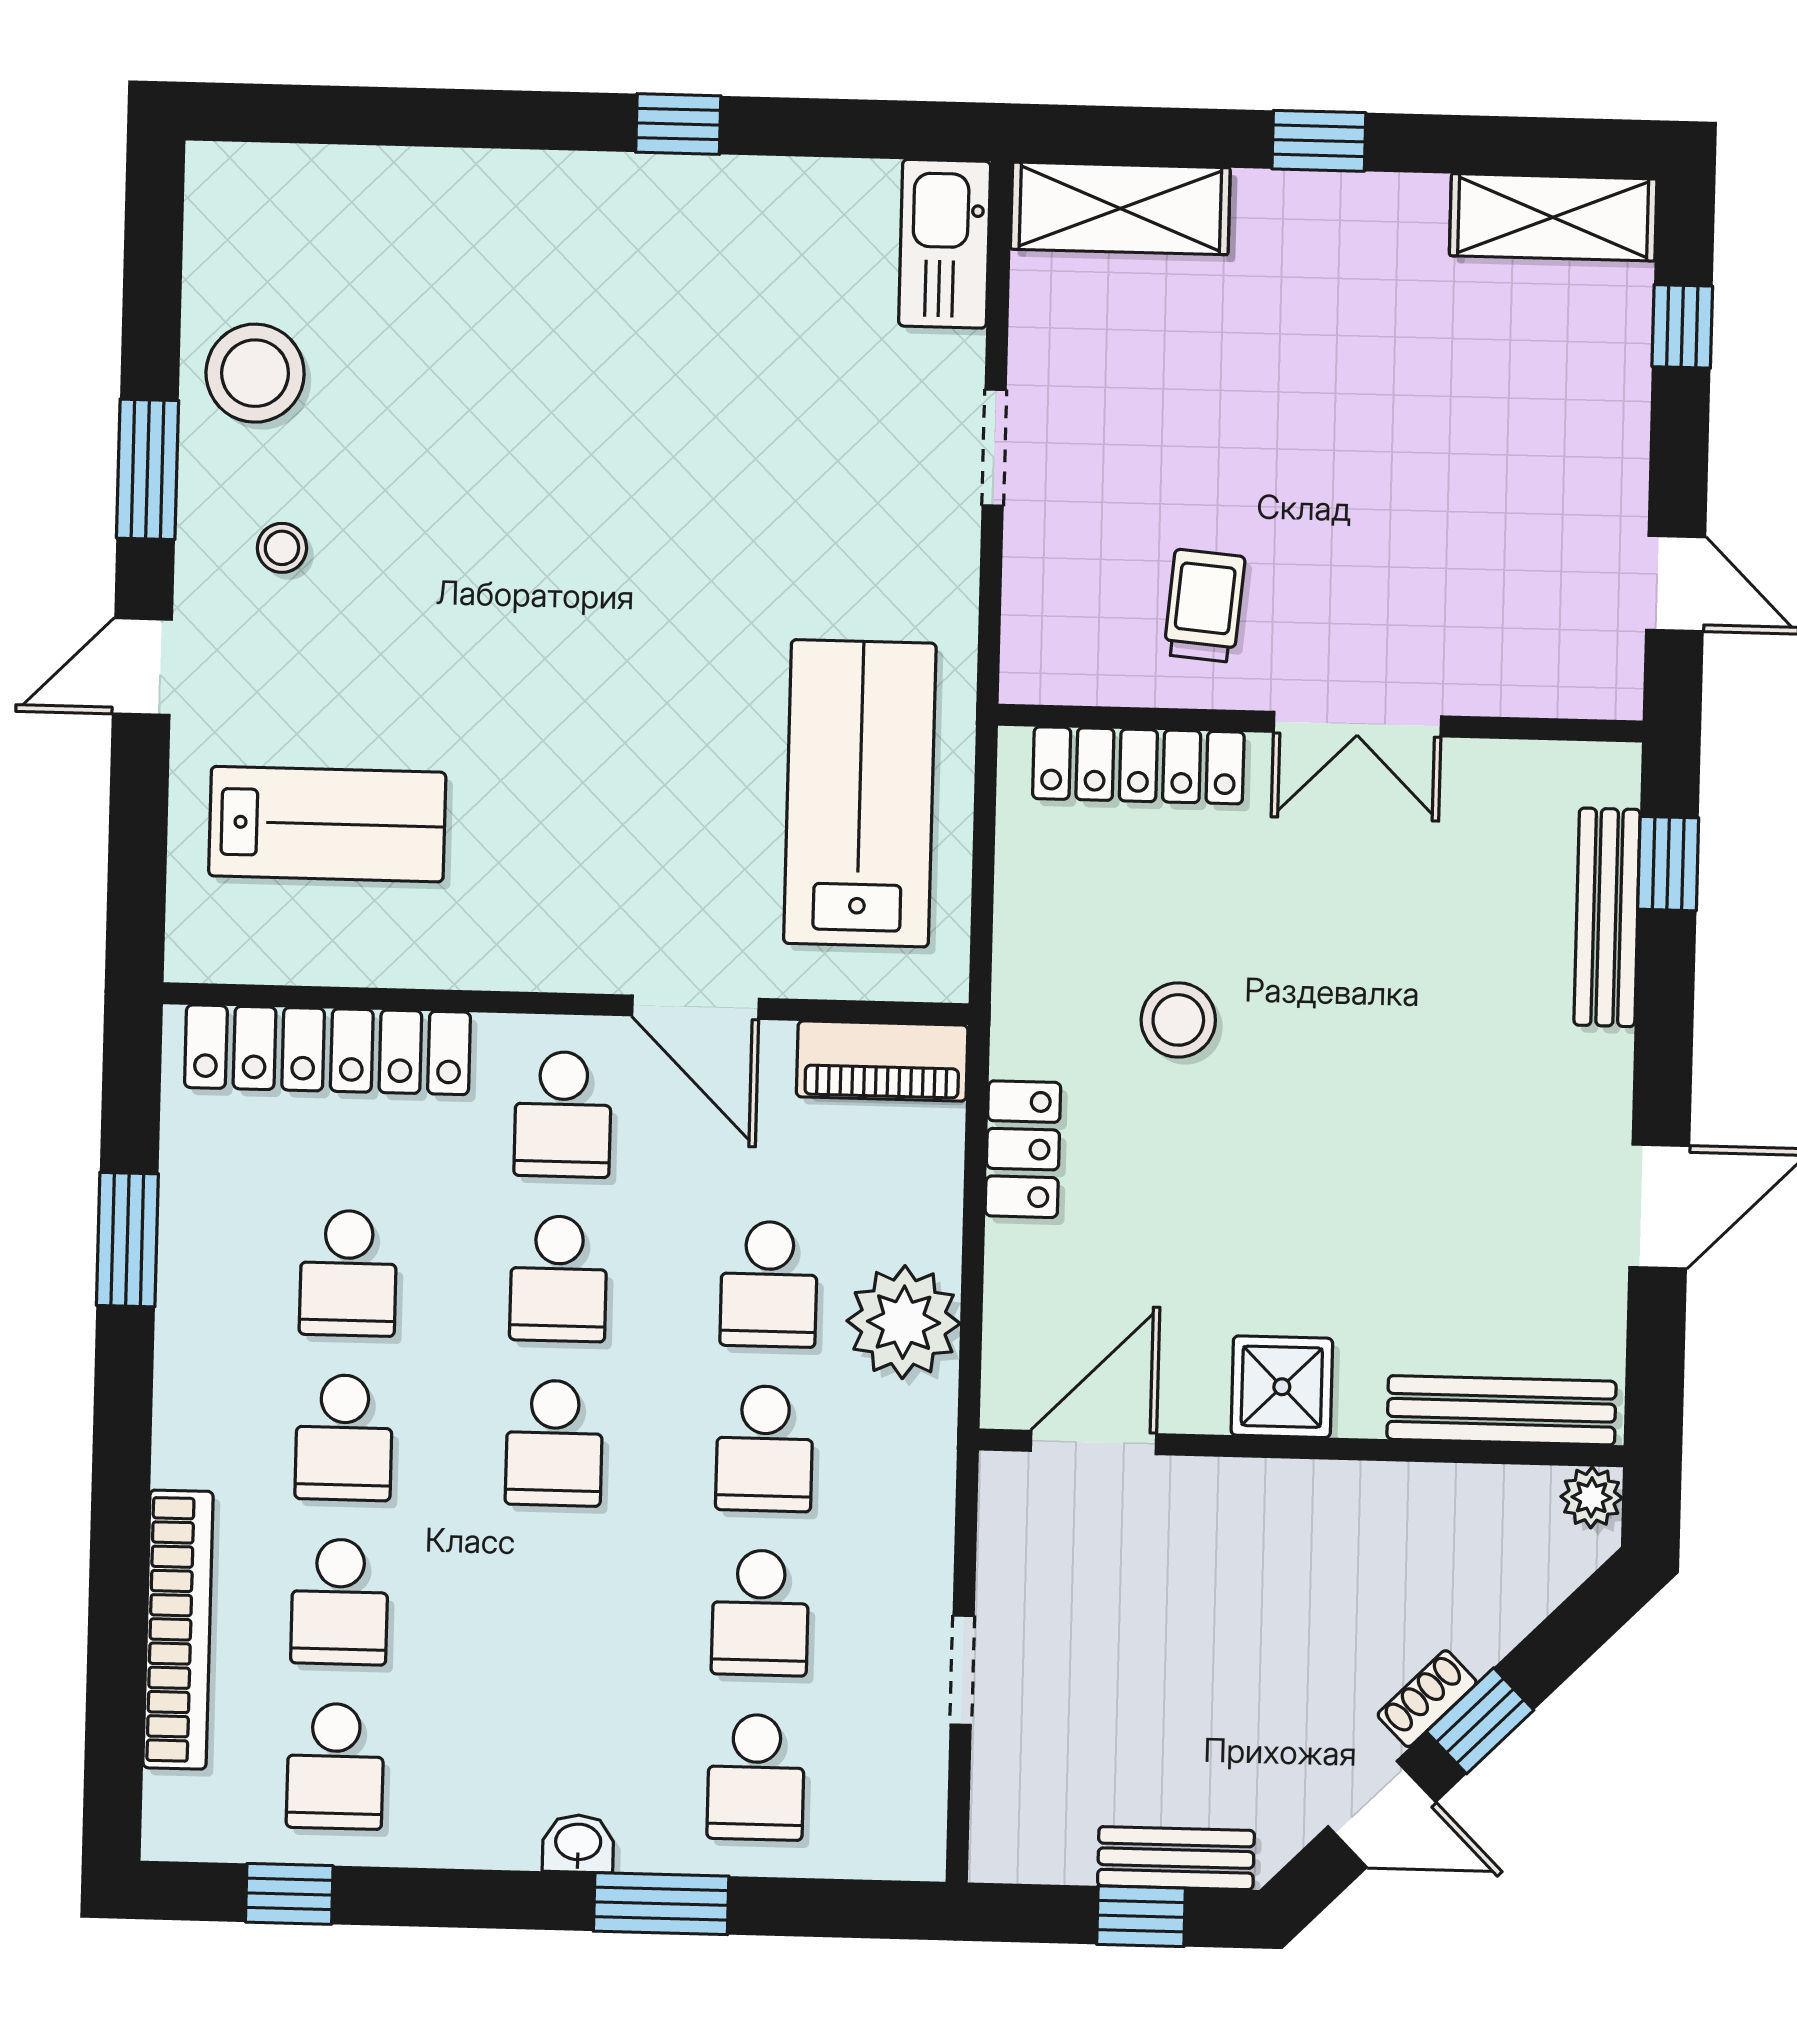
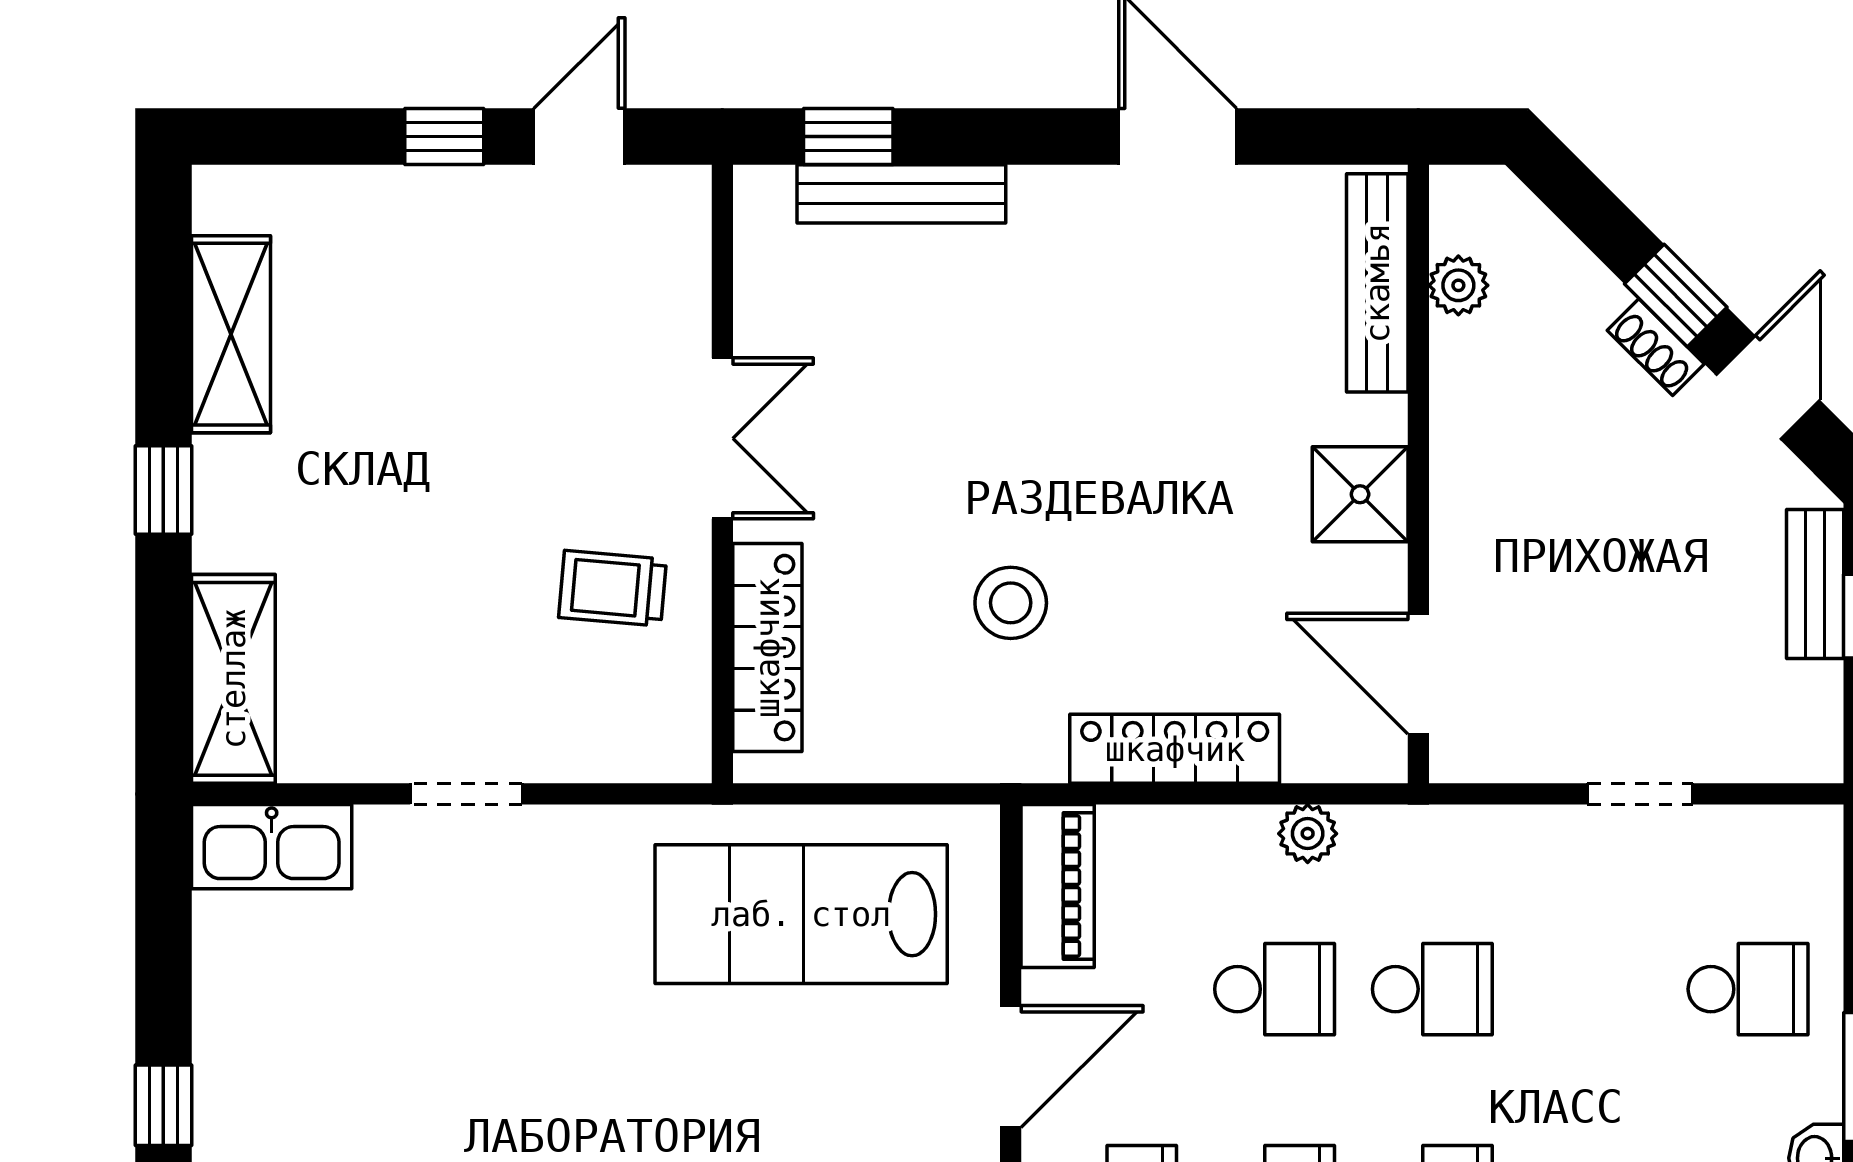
shelving: (1553, 217) -> (231, 334), moved
window: (1682, 326) -> (444, 137), moved
locker: (1023, 1149) -> (1175, 749), width x1.53
plant: (904, 1322) -> (1308, 834), width x0.53, depth x0.53
plant: (1592, 1497) -> (1458, 285), moved
school desk: (760, 1613) -> (1590, 989), removed

